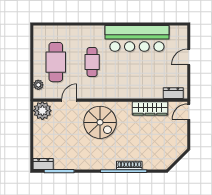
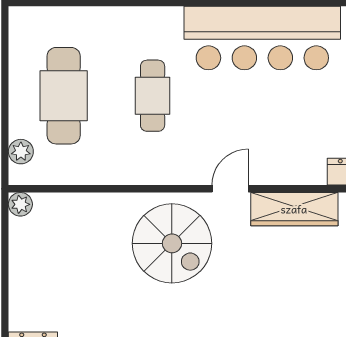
door: (69, 100) -> (230, 189), moved
plant: (42, 111) -> (20, 204), width x0.53, depth x0.53

